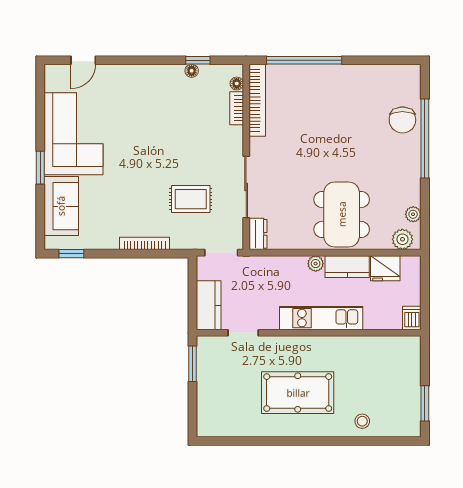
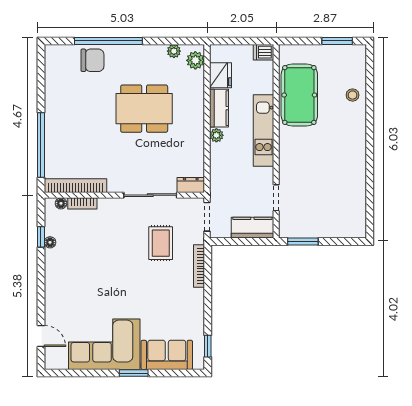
dining table: (342, 214) -> (144, 109), moved
bookcase: (145, 243) -> (199, 266), moved
pool table: (298, 393) -> (299, 95), moved

